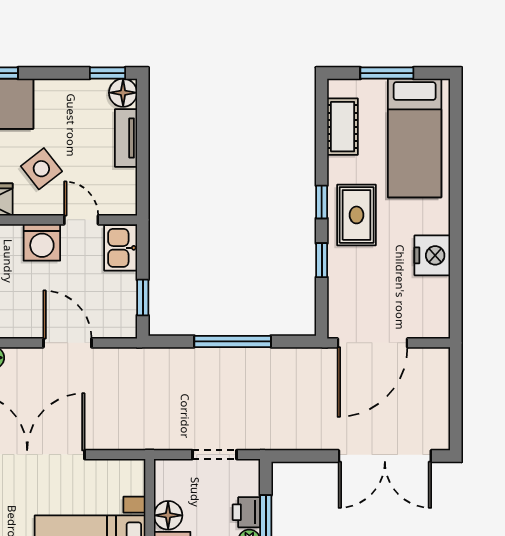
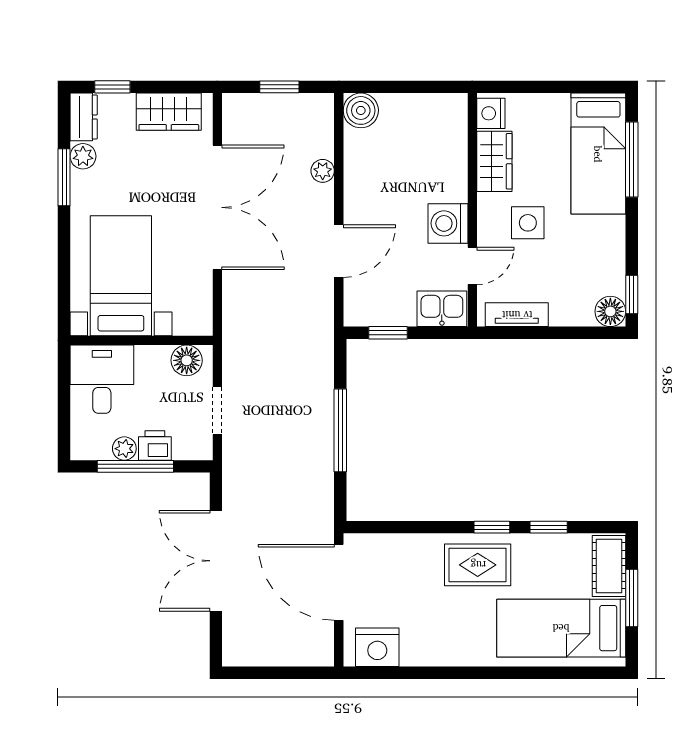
cot: (343, 127) -> (609, 566), moved, turned 90
tv unit: (126, 138) -> (517, 315), moved
side table: (41, 169) -> (528, 223), turned 38
nightstand: (432, 255) -> (377, 647), moved
window: (322, 260) -> (549, 527), moved
double door: (385, 456) -> (216, 561), moved
floor lamp: (168, 515) -> (187, 360), moved

